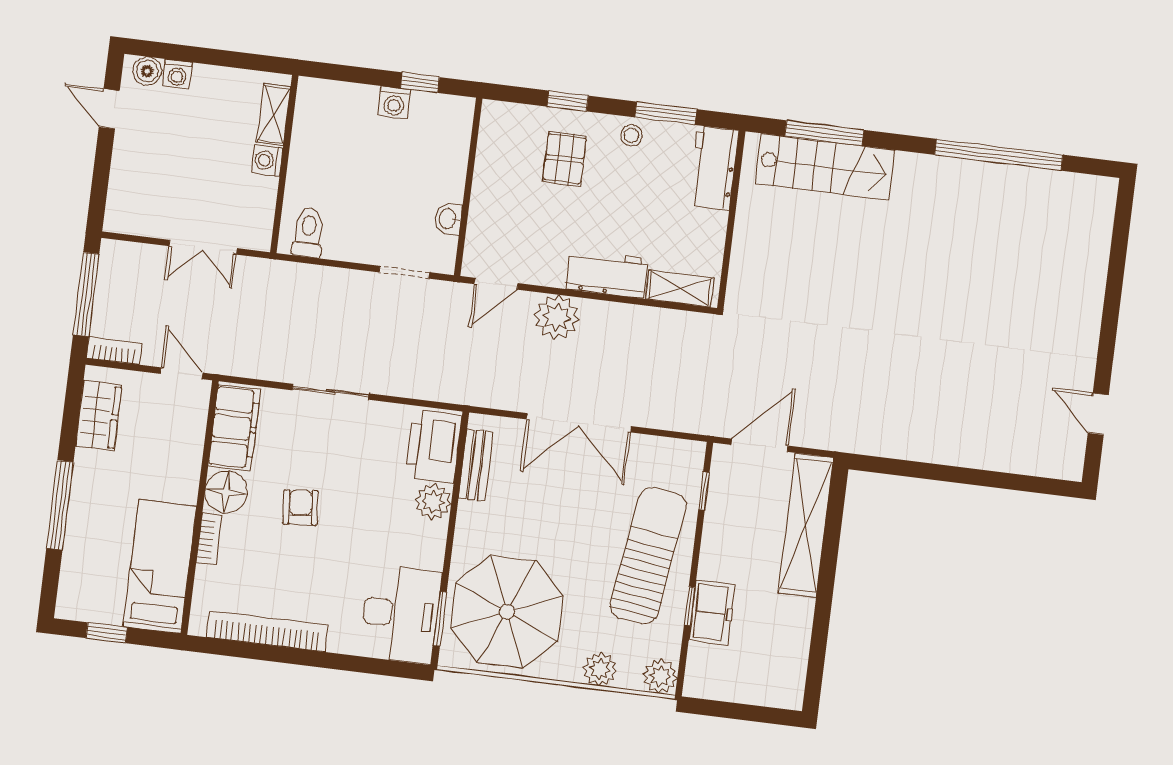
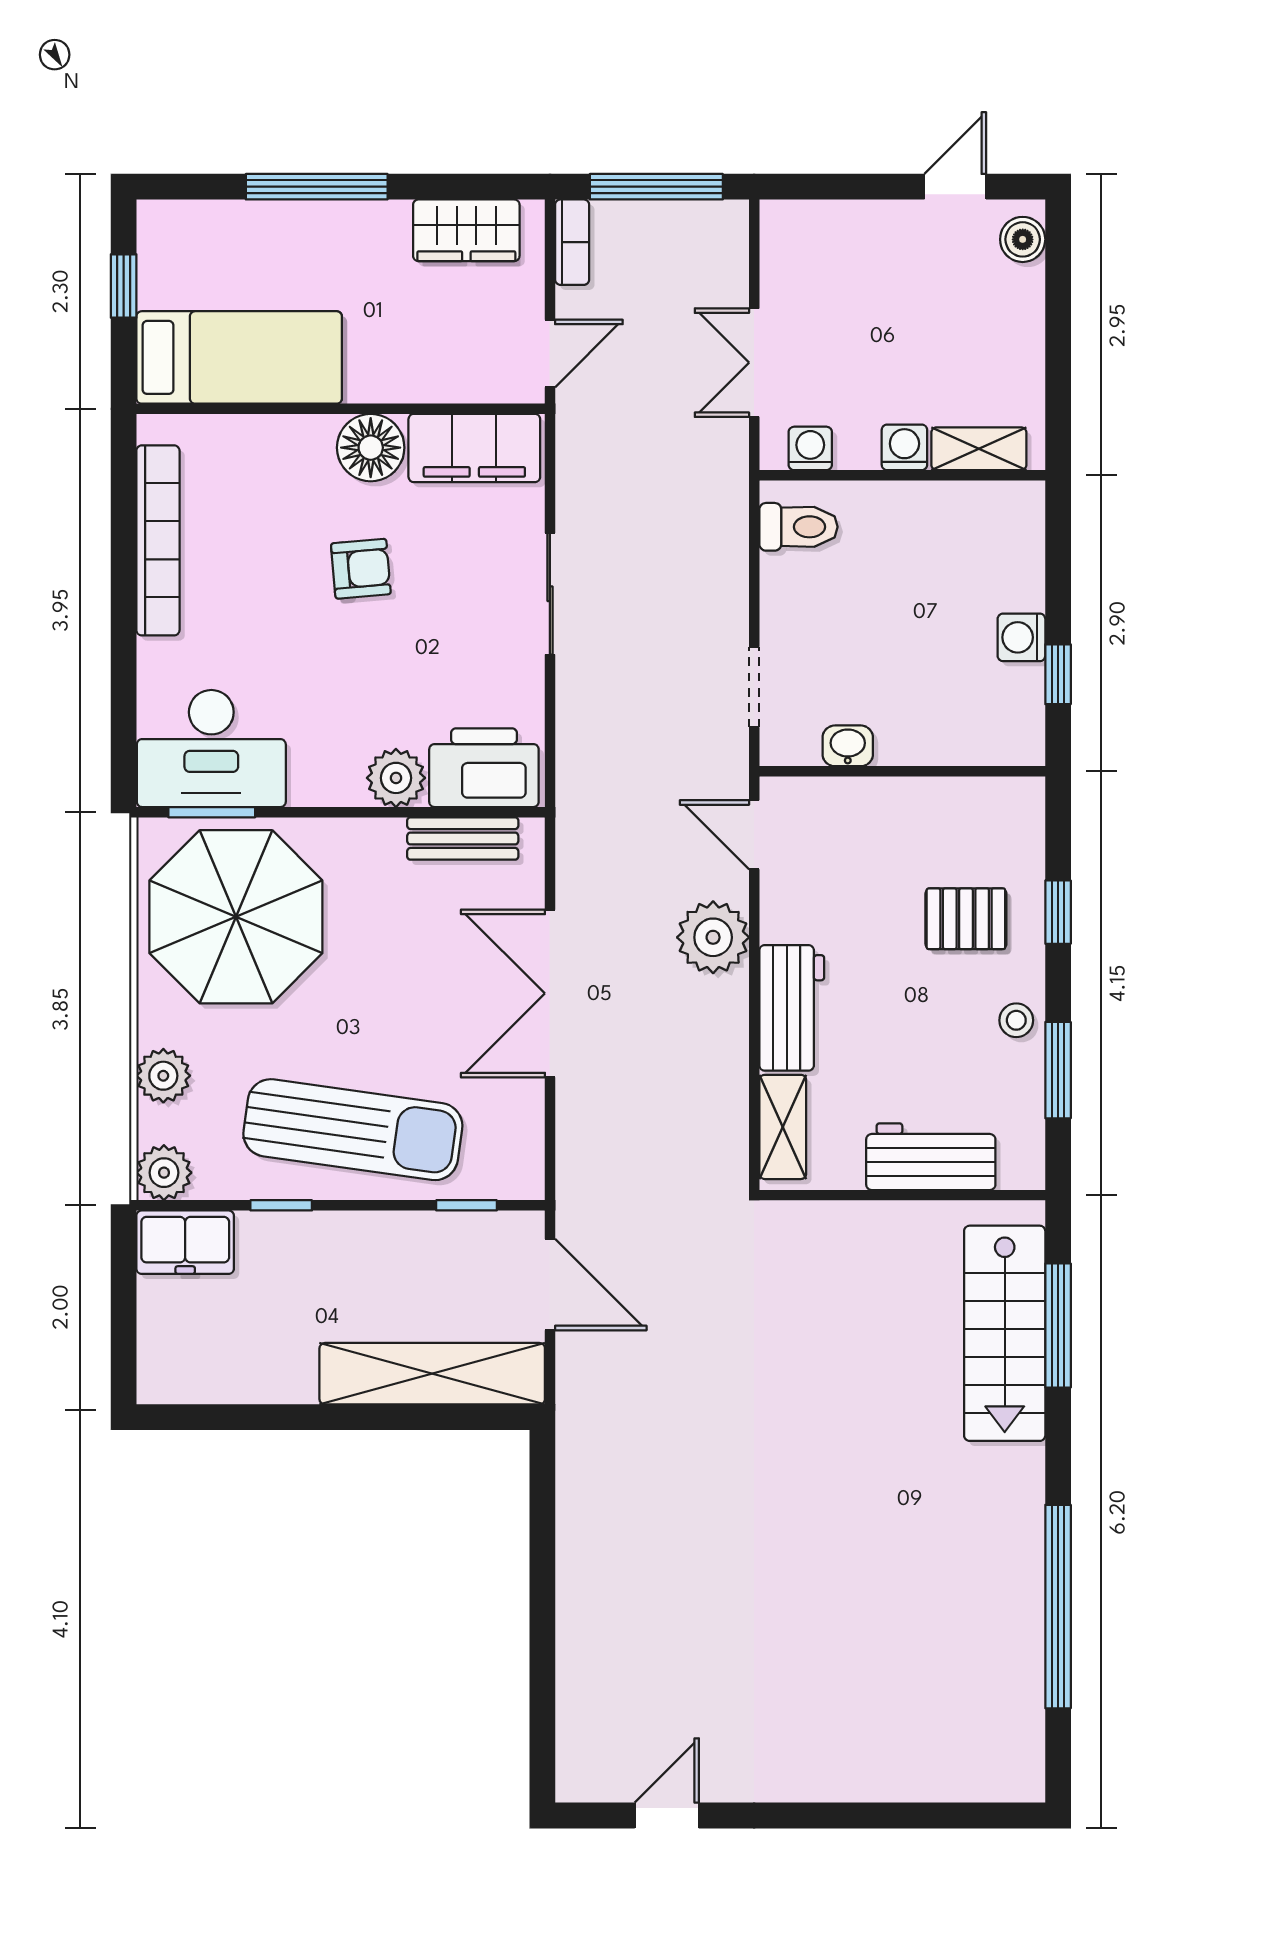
washing machine: (177, 74) -> (810, 448), moved, turned 90
workbench: (713, 168) -> (931, 1157), moved
bookcase: (209, 539) -> (293, 430), removed
freezer: (712, 613) -> (185, 1242), moved

